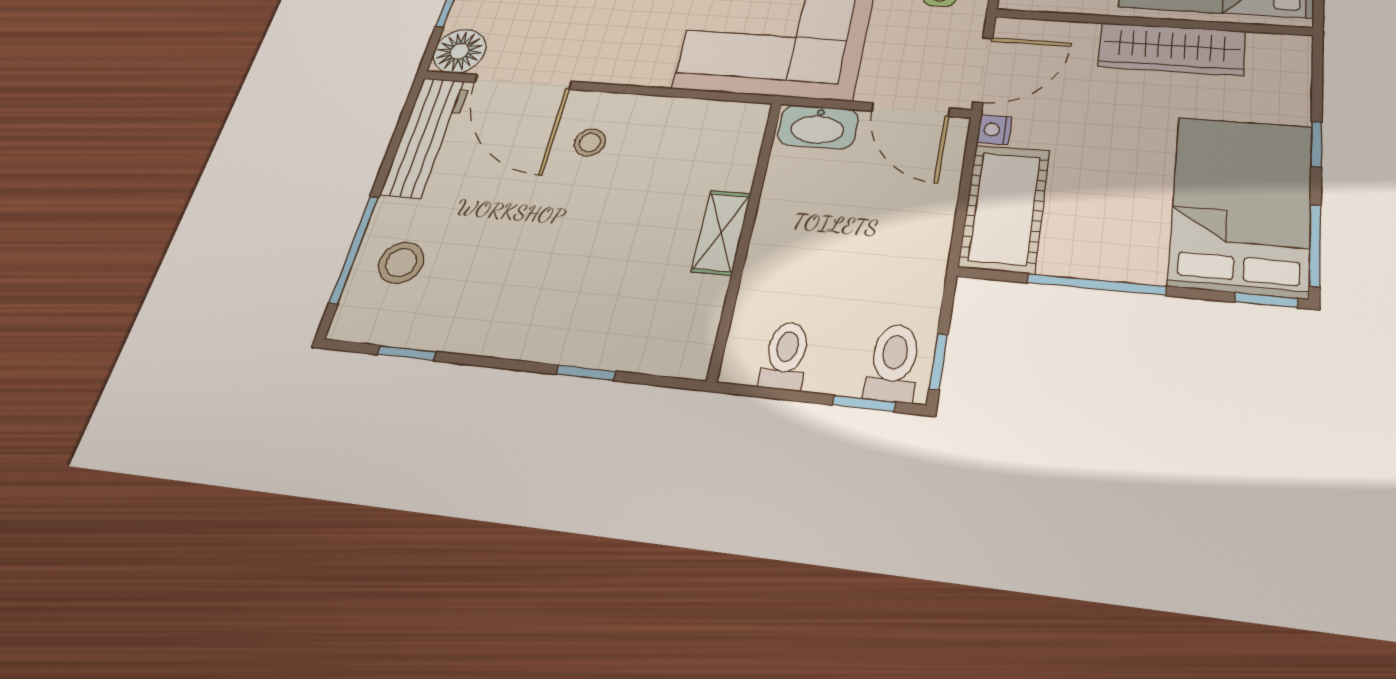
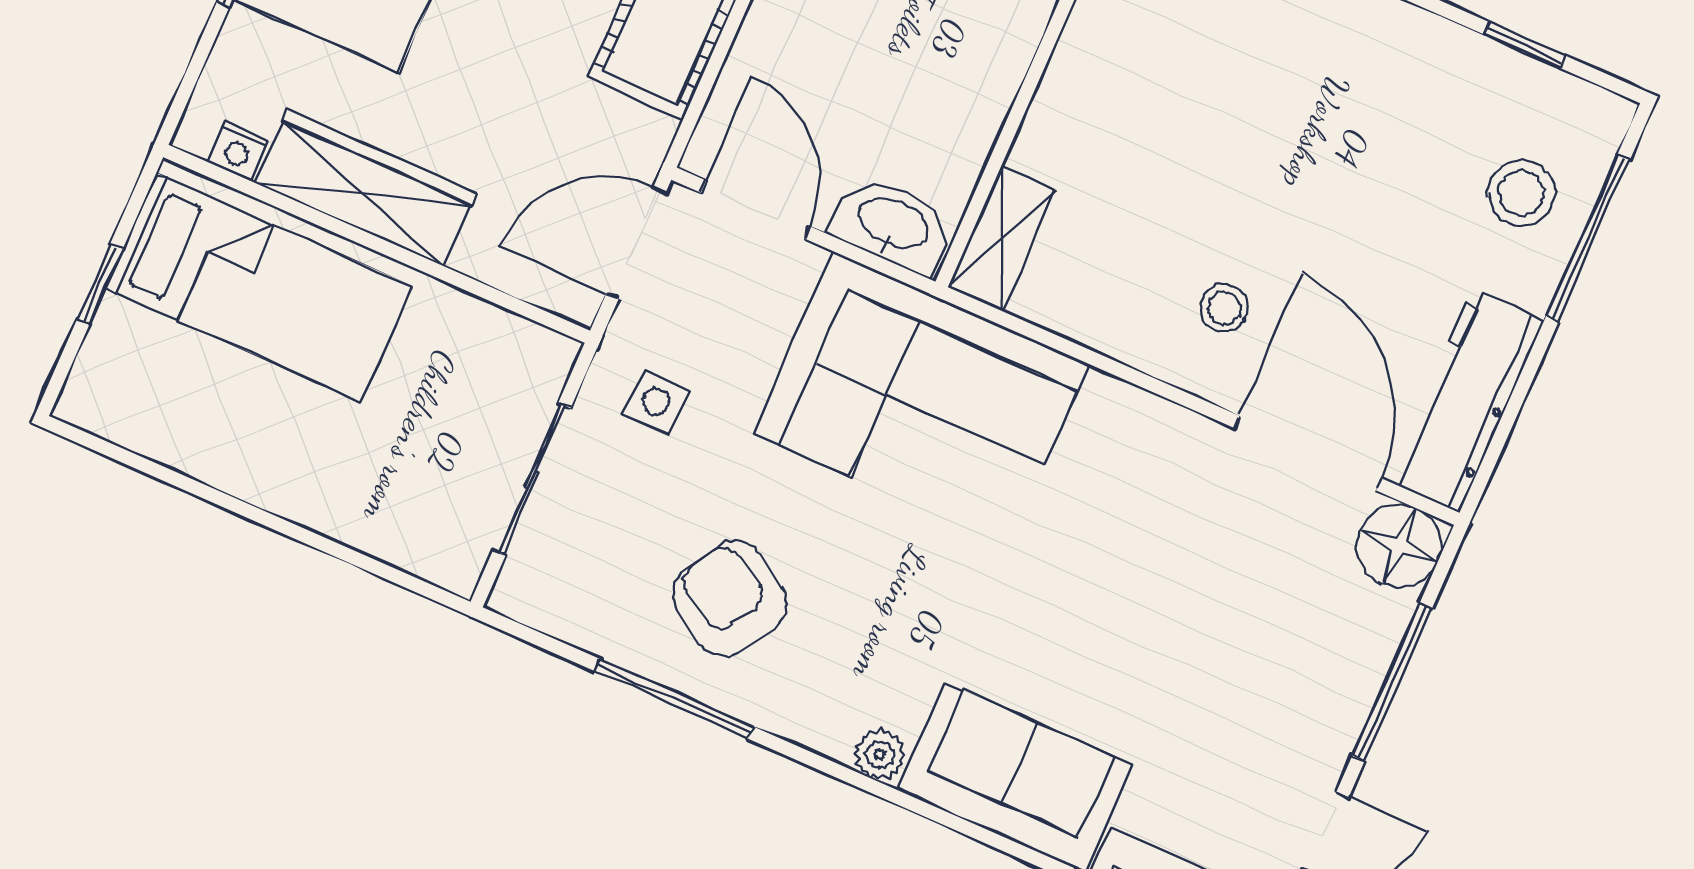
nightstand: (994, 130) -> (238, 151), moved, turned 90
shelving: (721, 232) -> (1001, 239), moved

